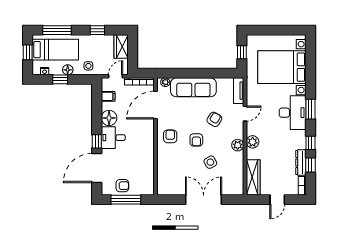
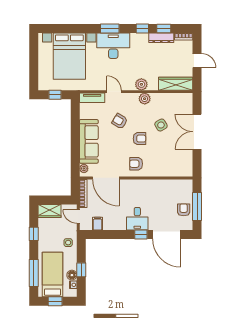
floor lamp: (68, 70) -> (72, 275), moved
floor lamp: (109, 118) -> (118, 223), removed

